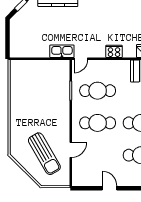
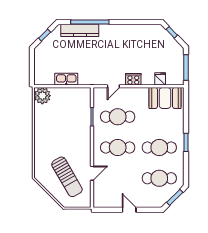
kitchen sink: (62, 51) -> (66, 79), moved
door: (81, 59) -> (113, 86), moved
plant: (19, 69) -> (42, 96), added

